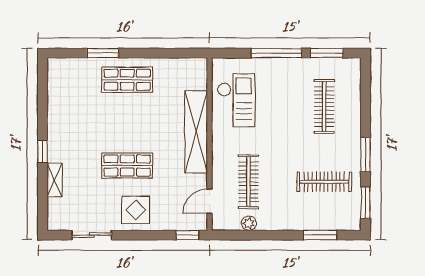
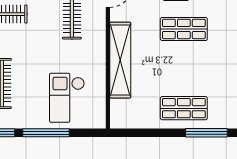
window: (103, 53) -> (206, 133), width x1.44
checkout: (236, 100) -> (67, 98), moved

